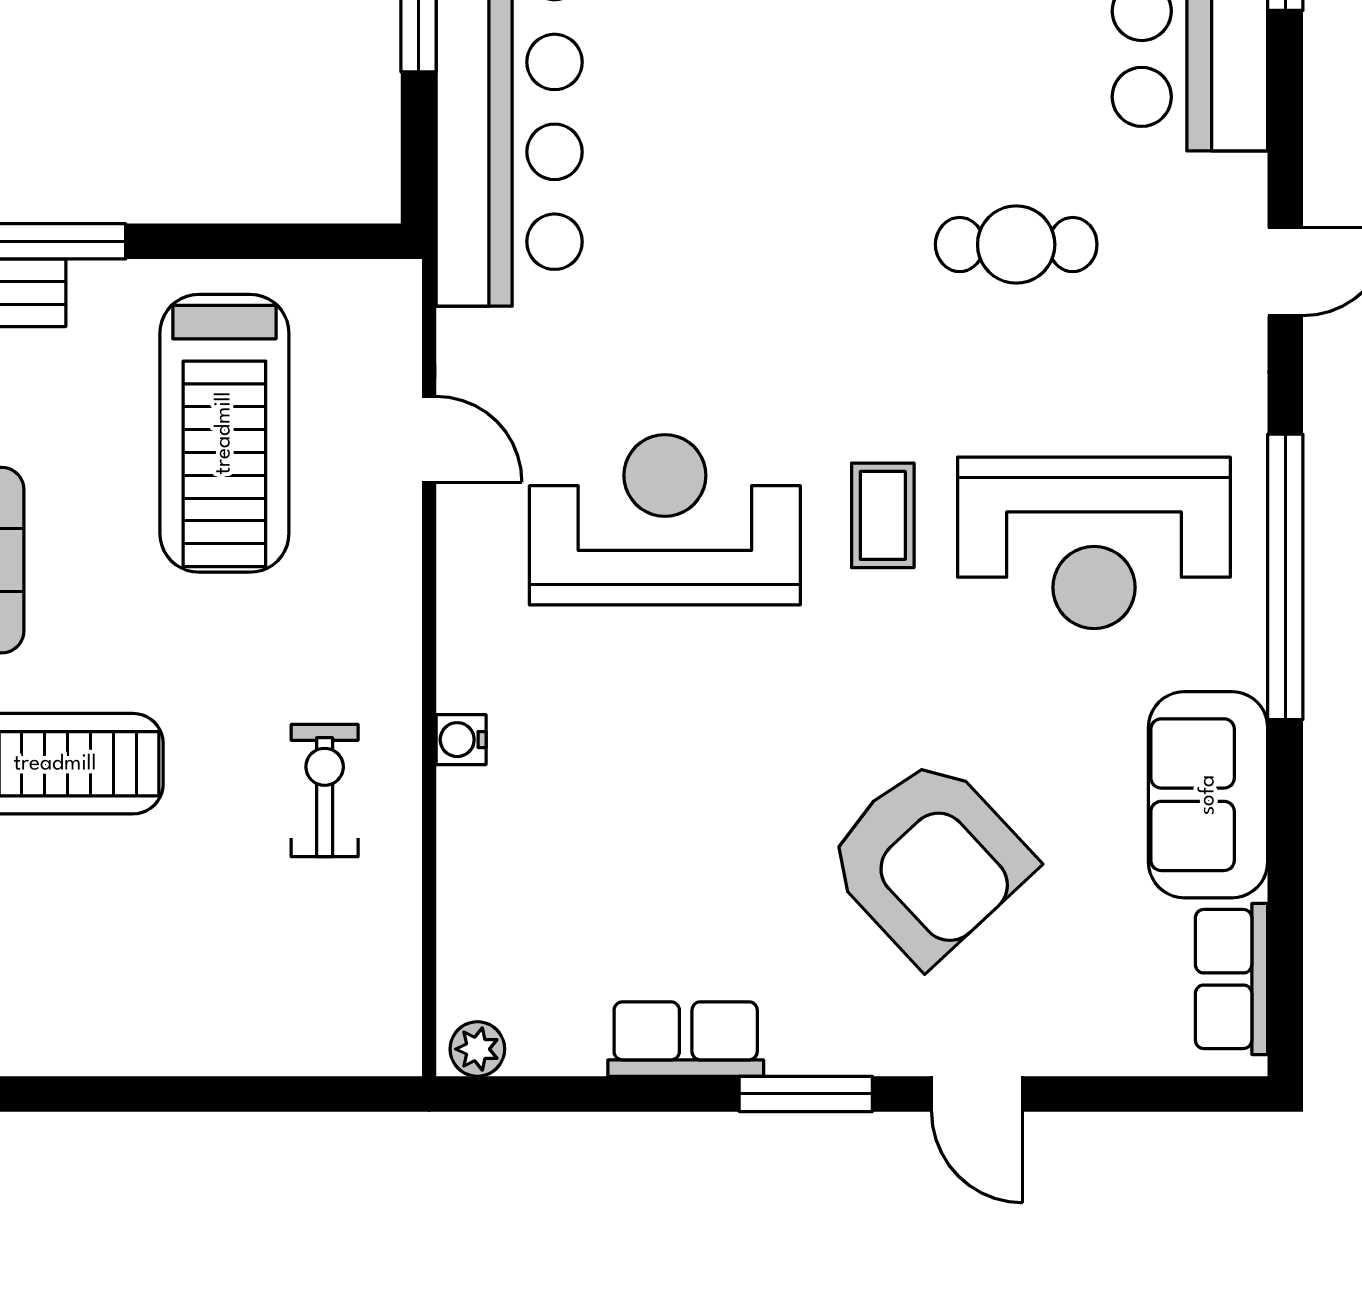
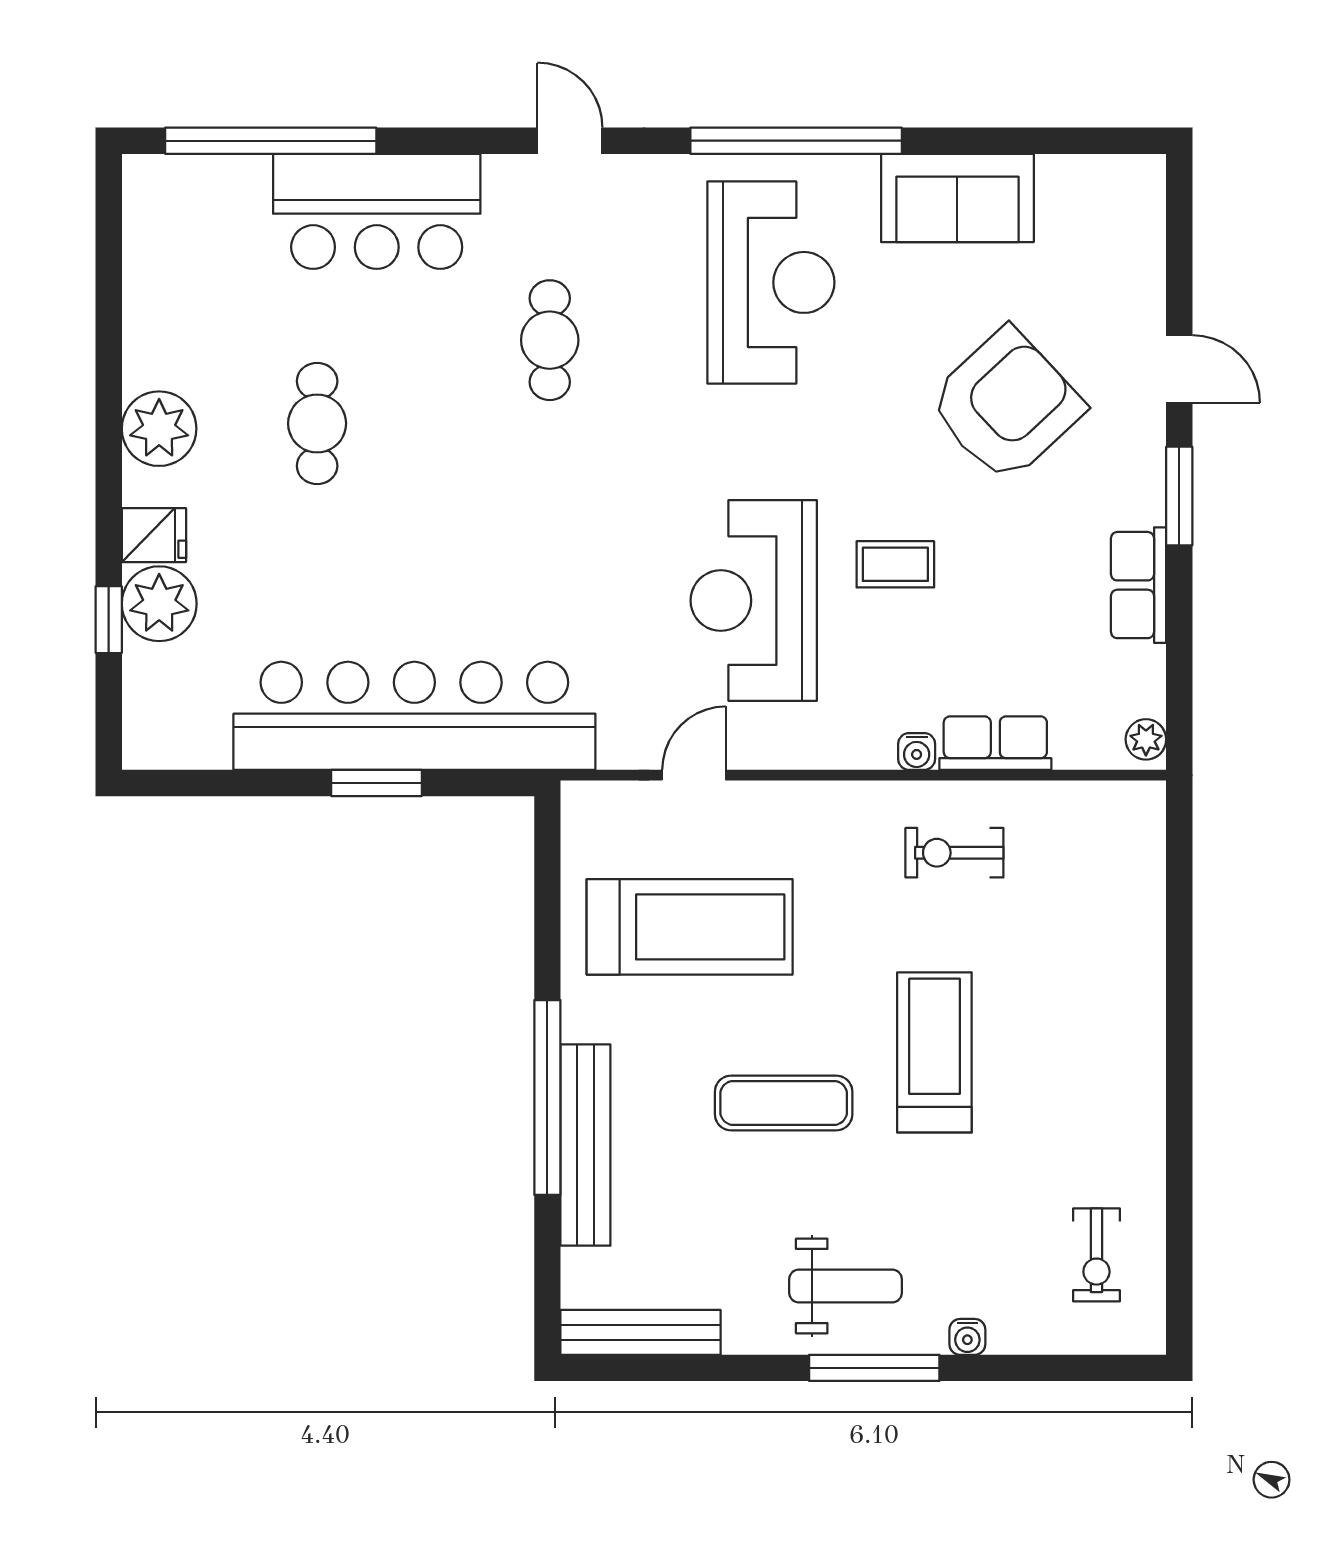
coffee table: (883, 515) -> (895, 564), moved
row of seats: (1232, 979) -> (995, 743), moved, turned 180
door: (977, 1094) -> (1179, 369), hinge flipped

